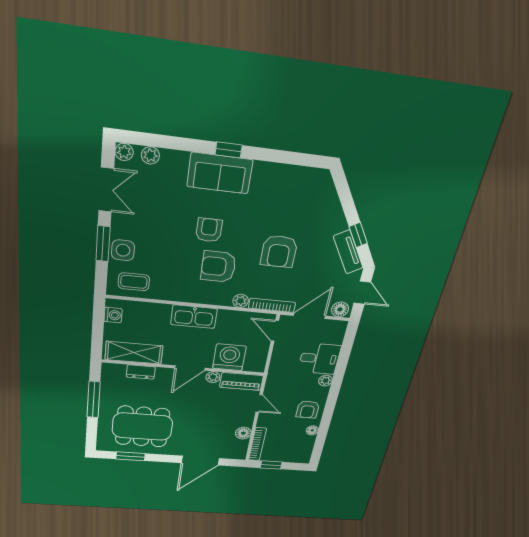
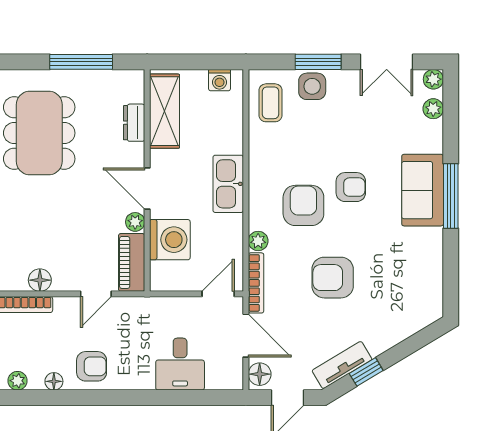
window: (229, 150) -> (451, 196), width x2.17
plant: (325, 381) -> (18, 381), moved
armchair: (308, 409) -> (92, 366), turned 180

